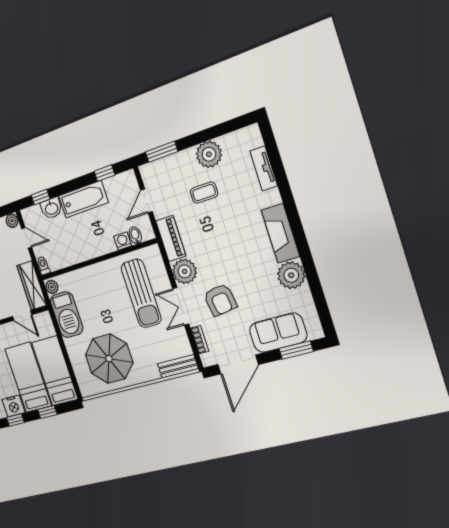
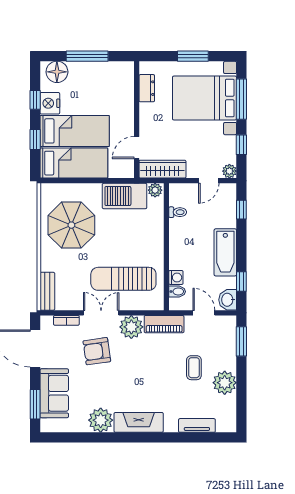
washbasin: (51, 208) -> (228, 300), moved
toilet: (43, 266) -> (178, 212), moved

